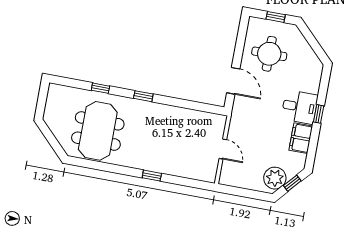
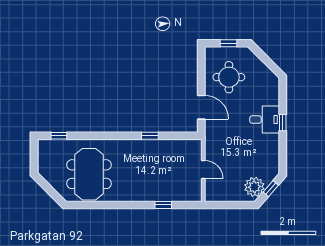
window: (100, 88) -> (59, 136), moved
window: (143, 96) -> (150, 136), moved
filing cabinet: (301, 138) -> (271, 147), removed
window: (152, 176) -> (163, 205), moved

